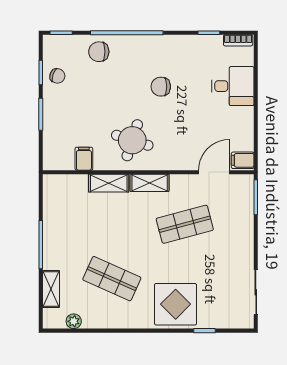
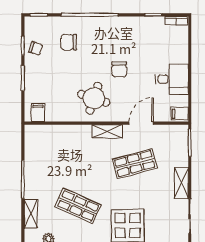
chair: (99, 52) -> (69, 42), moved
desk: (233, 86) -> (172, 79), moved
chair: (161, 87) -> (119, 69), moved, turned -90
filing cabinet: (84, 159) -> (38, 113), moved
door: (214, 172) -> (141, 123), moved
shelving: (109, 183) -> (181, 183), moved, turned 90

